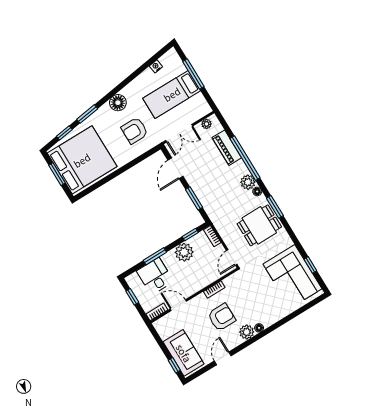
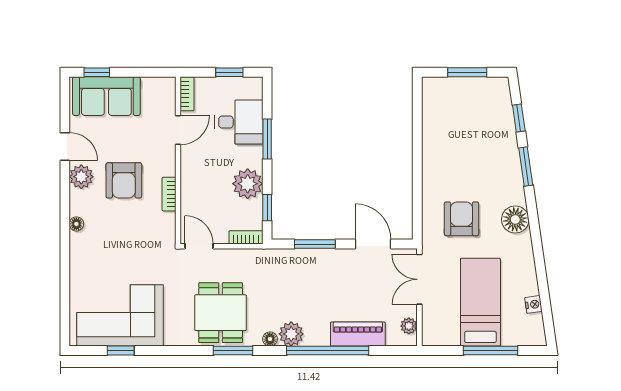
bed: (82, 160) -> (466, 120), removed
plant: (247, 332) -> (81, 177), moved

